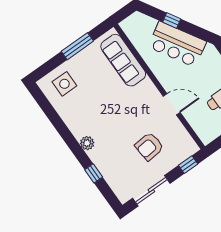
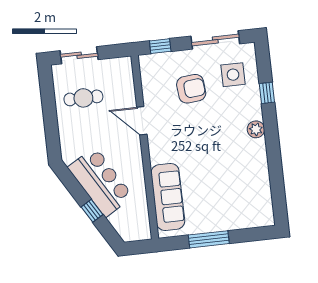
side table: (64, 84) -> (233, 75), moved

